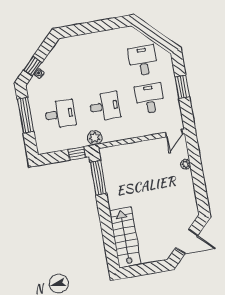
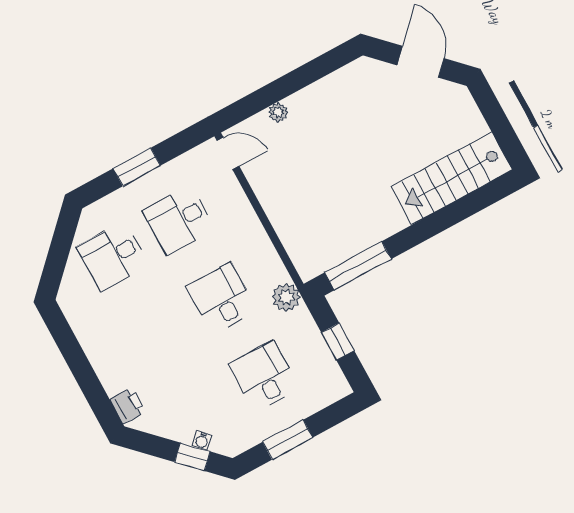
printer: (68, 43) -> (128, 406), added
window: (25, 115) -> (288, 440), width x0.69
window: (77, 153) -> (338, 342), moved

